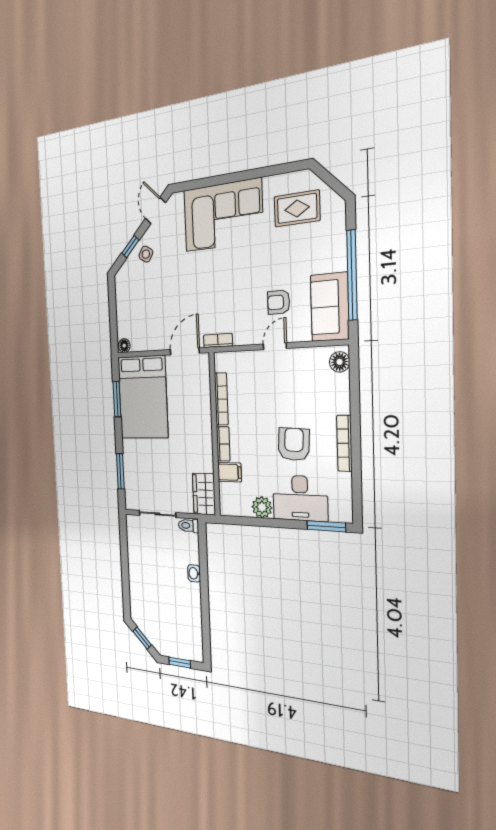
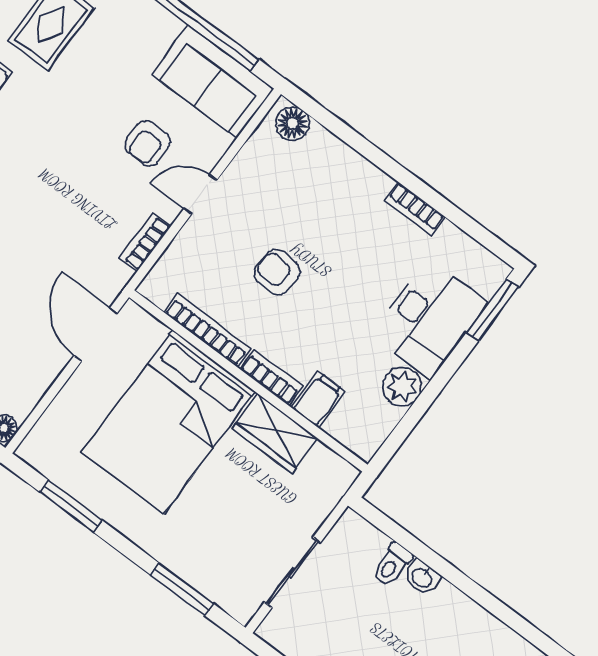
bookcase: (218, 341) -> (145, 242), moved
door: (275, 346) -> (200, 194), hinge flipped
bed: (143, 397) -> (168, 422), moved, turned 90
bookcase: (344, 443) -> (415, 209), width x0.64
armchair: (294, 444) -> (277, 272), moved, width x0.72, depth x0.72
wardrobe: (204, 494) -> (275, 433), moved
toilet: (189, 526) -> (392, 564), moved

